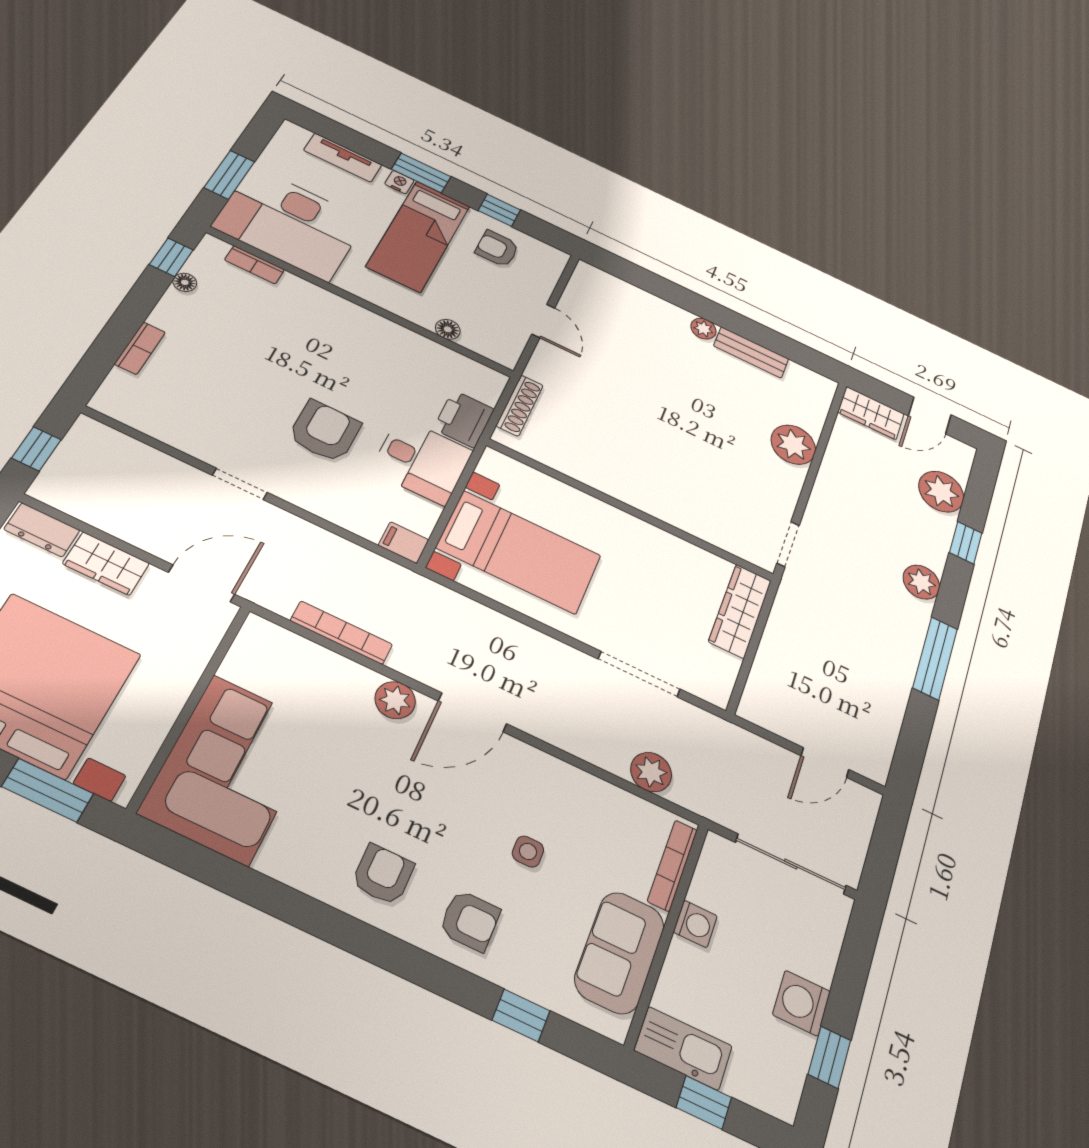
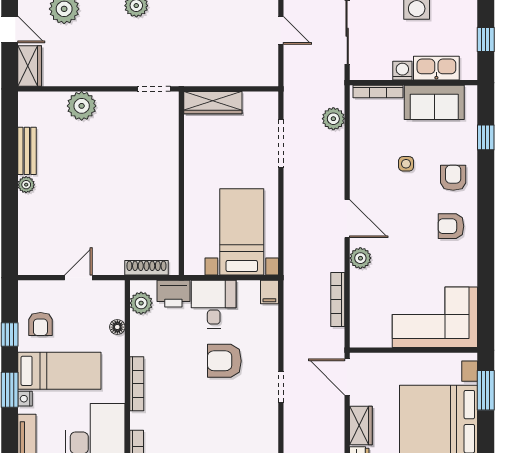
bookcase: (350, 310) -> (137, 384), added
plant: (469, 374) -> (141, 303), added
kitchen sink: (683, 1048) -> (436, 68), moved, turned 90

